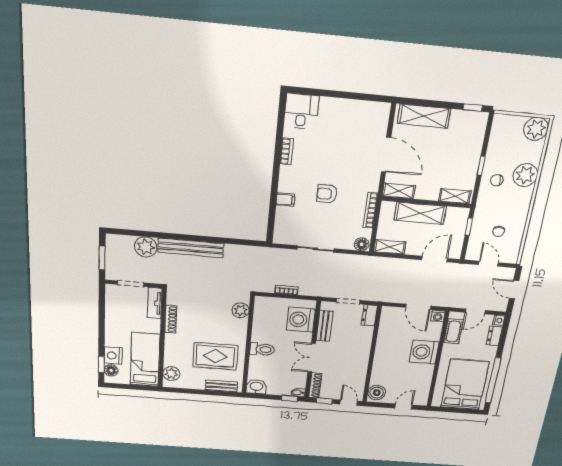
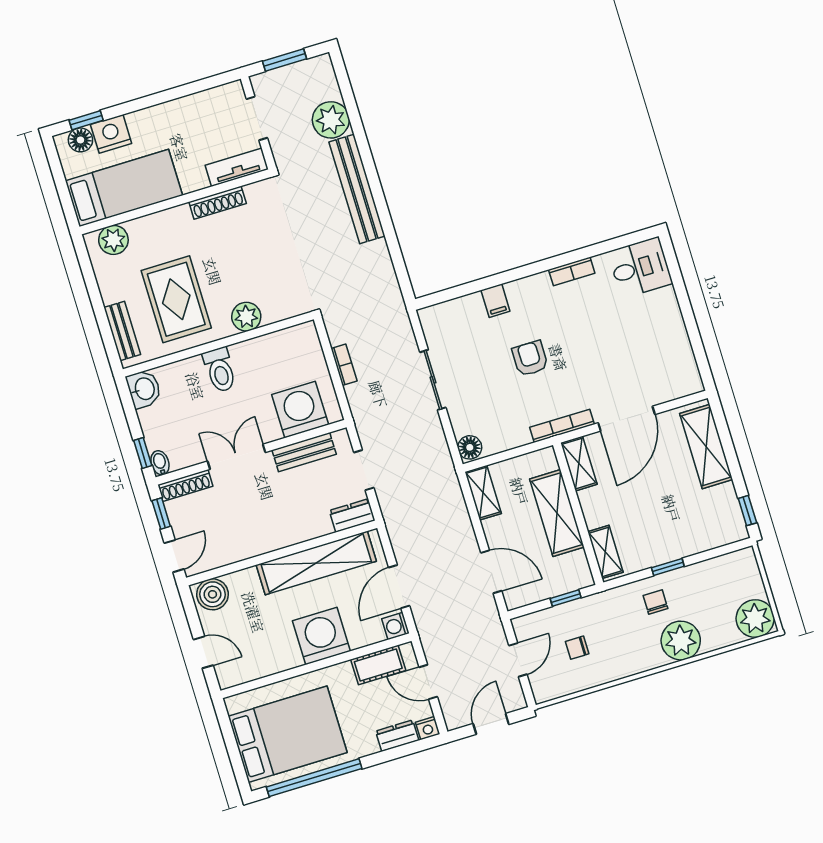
bookcase: (370, 210) -> (562, 426), moved
plant: (241, 310) -> (246, 317), moved
shelving: (385, 341) -> (316, 563), added

